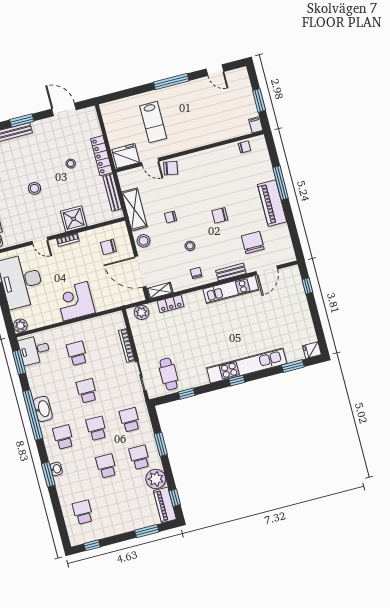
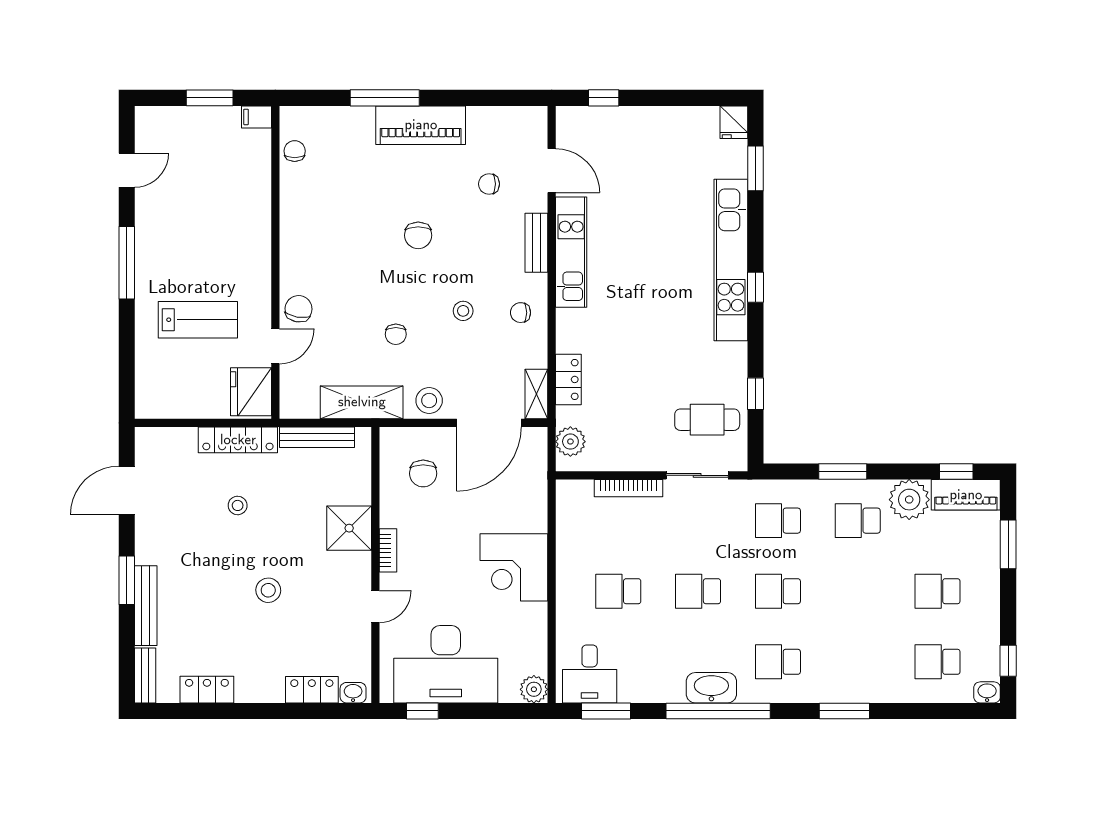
chair: (253, 242) -> (489, 184), width x0.54, depth x0.54
school desk: (106, 466) -> (937, 591), moved
washbasin: (56, 469) -> (987, 692), moved

